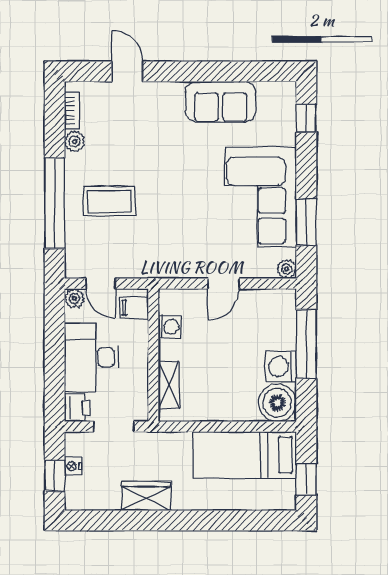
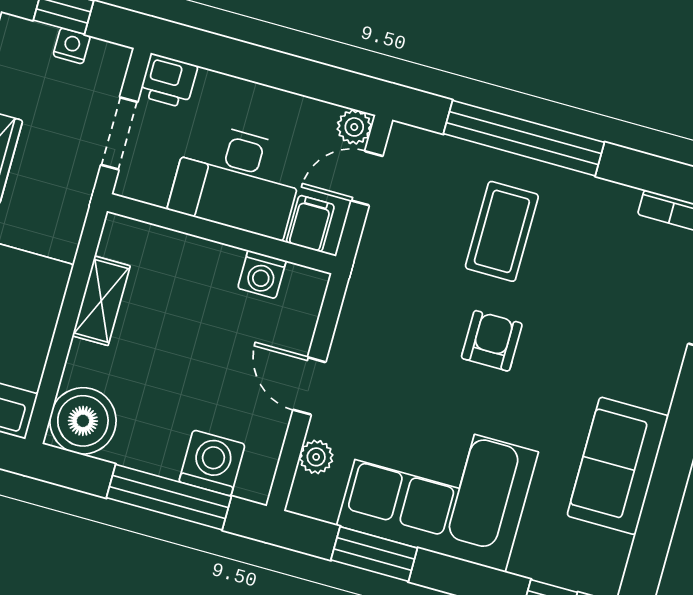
plant: (75, 141) -> (619, 201), removed
armchair: (171, 190) -> (492, 341), added
plant: (287, 269) -> (316, 457), moved
desk: (91, 357) -> (237, 180), moved, turned 180
washing machine: (281, 366) -> (212, 463), moved
shelving: (169, 385) -> (101, 301), moved, turned 90

